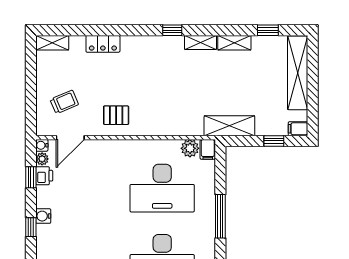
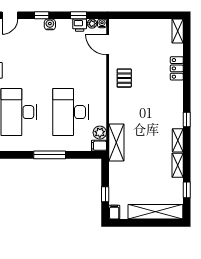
trolley: (64, 102) -> (134, 40), removed
shelving: (229, 126) -> (116, 142), moved

